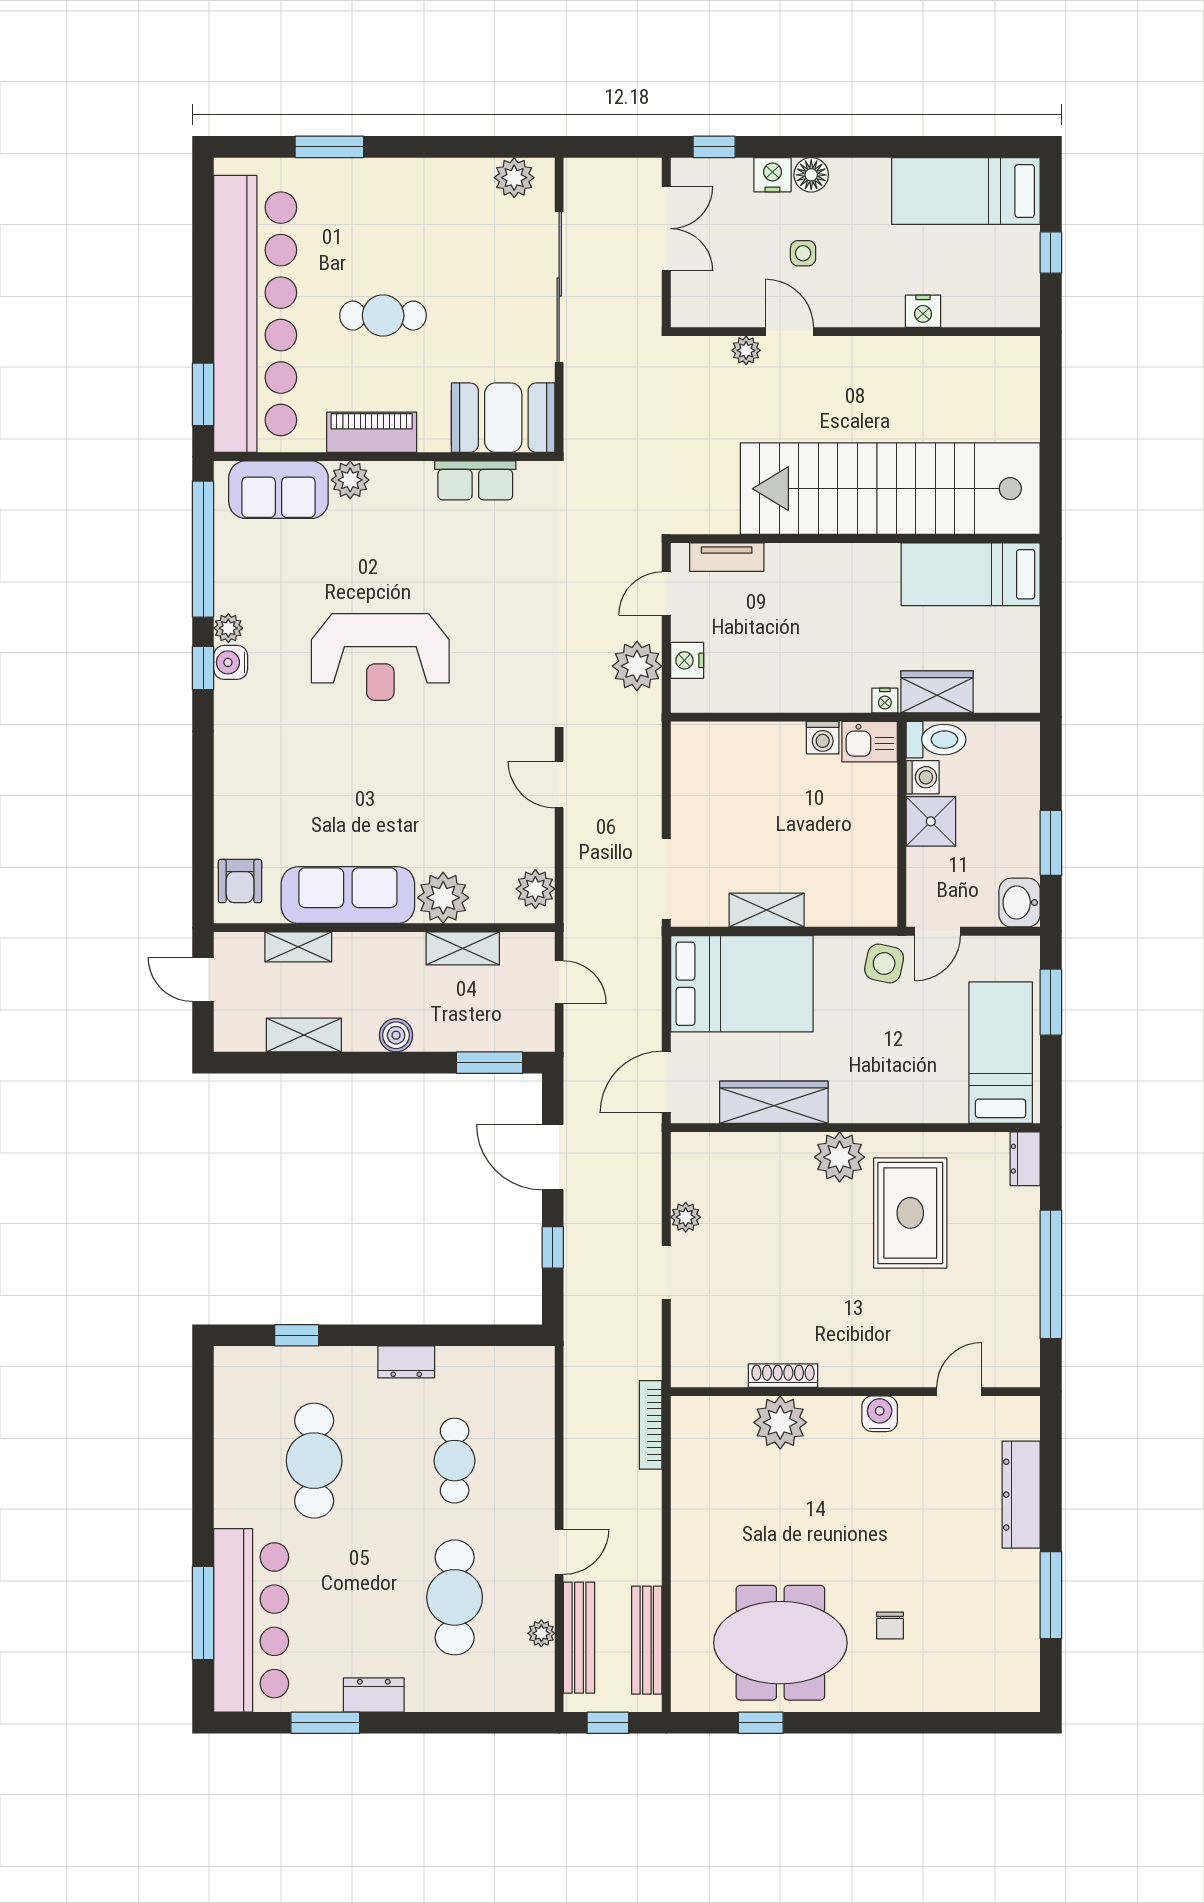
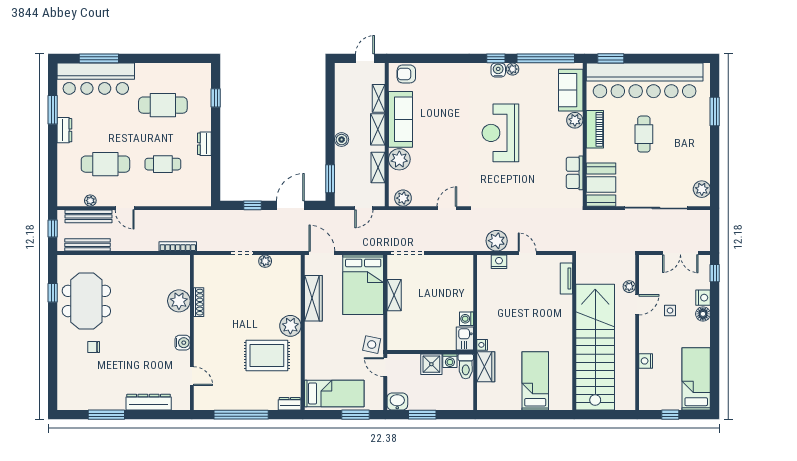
stairs: (890, 489) -> (595, 347), moved
wall: (855, 539) -> (574, 332), moved
tv unit: (727, 557) -> (566, 278), moved
shelving: (304, 1035) -> (378, 129), moved

